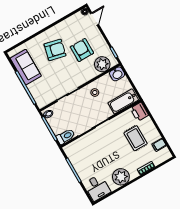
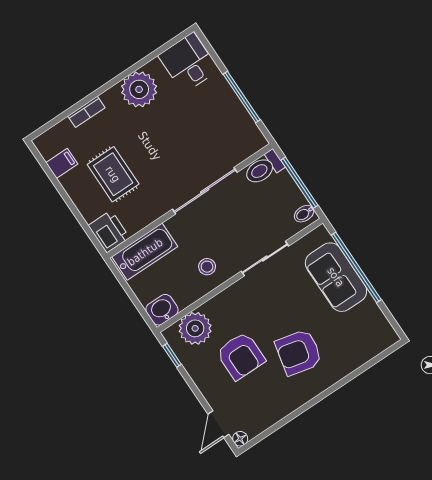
sofa: (26, 67) -> (336, 277), moved

